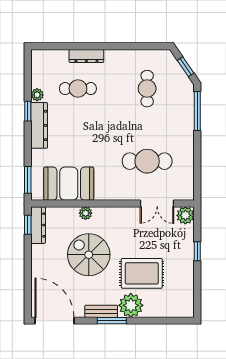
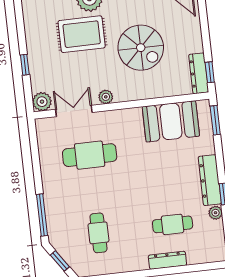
plant: (86, 213) -> (106, 97), moved

